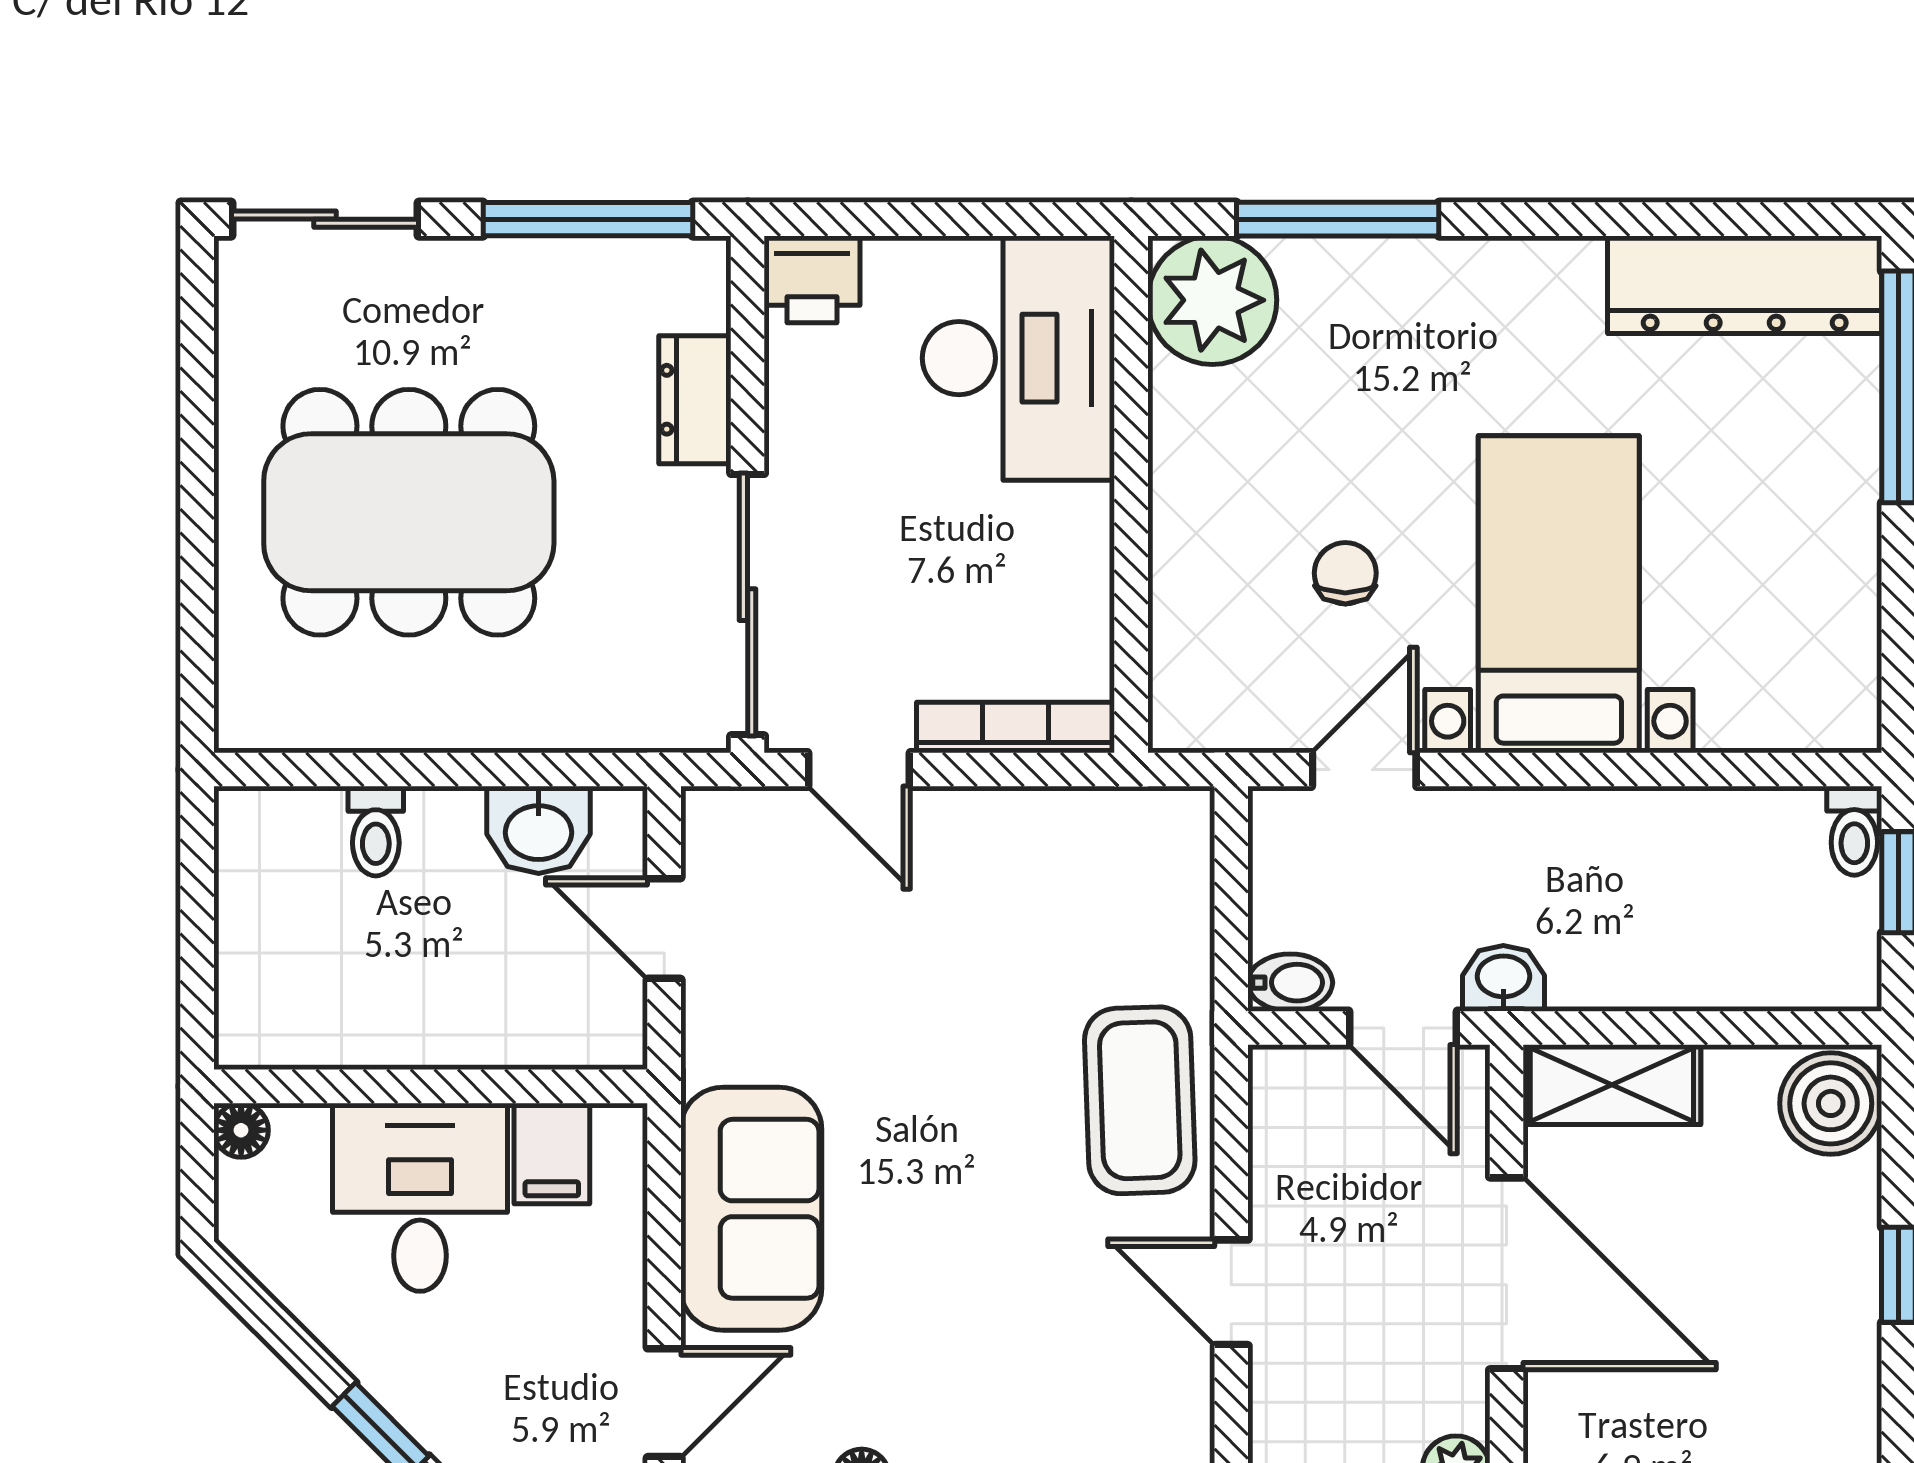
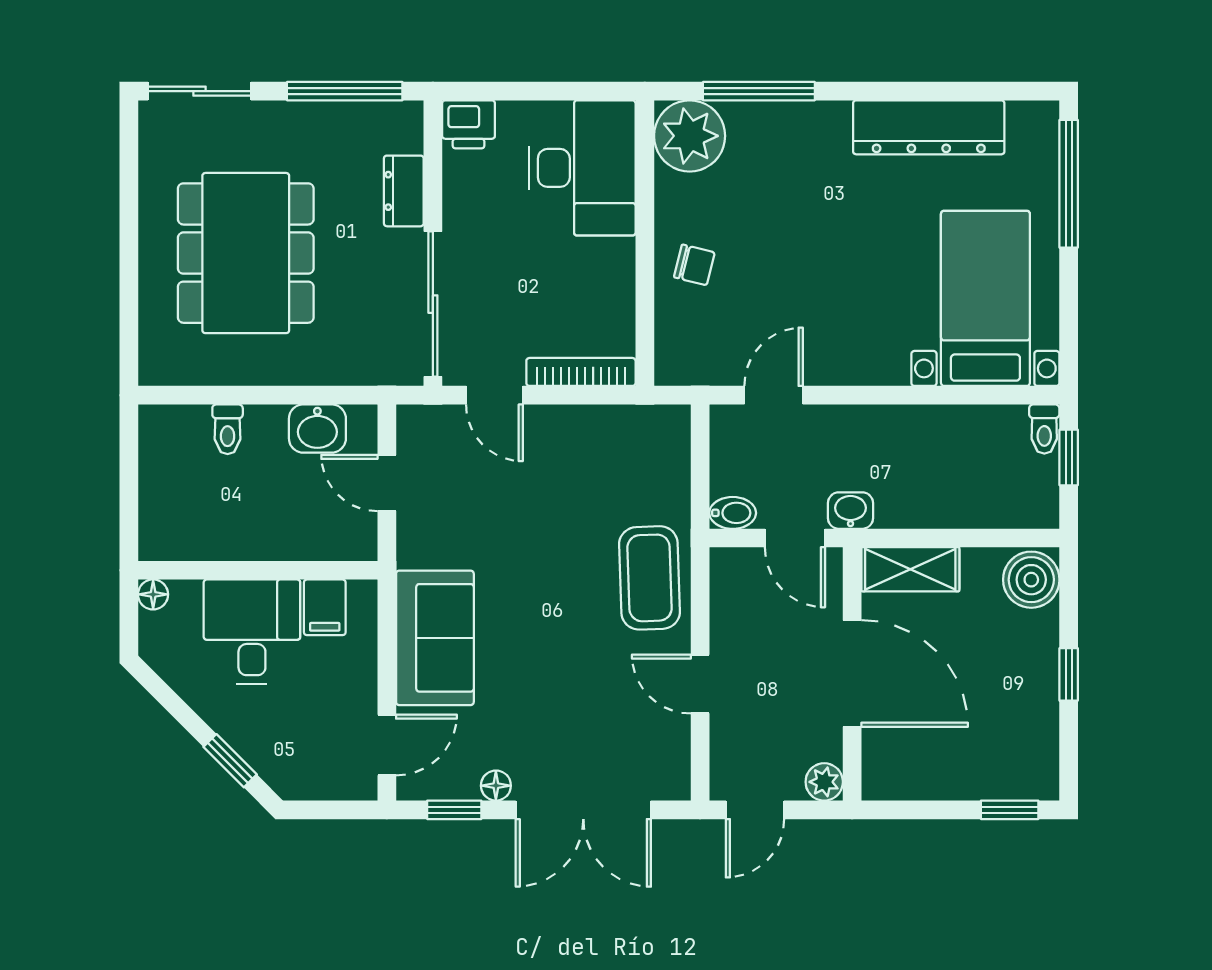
dresser: (1745, 285) -> (929, 127), moved
dining table: (409, 512) -> (246, 253), turned 90
chair: (1345, 573) -> (694, 265), moved, turned 104
bed with nightstands: (1559, 594) -> (985, 298), moved

